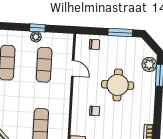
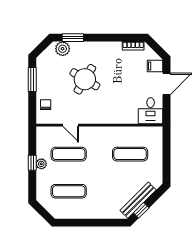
door: (73, 68) -> (71, 125), swing flipped
round table: (118, 85) -> (85, 79), turned 31
chair: (95, 111) -> (112, 101), removed

